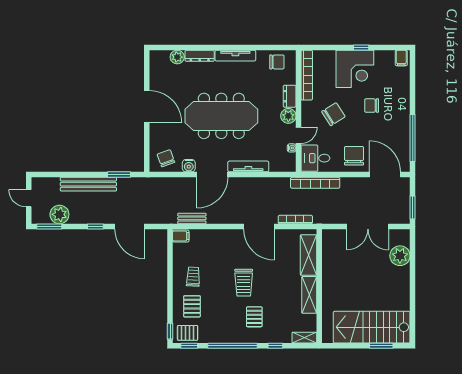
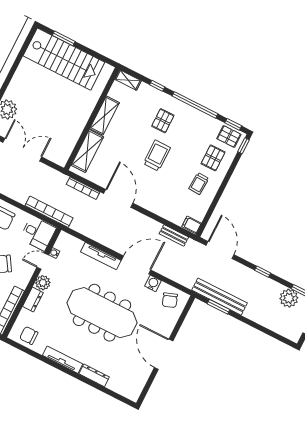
plant: (177, 57) -> (115, 384), removed
bench: (88, 184) -> (219, 297), moved
door: (130, 226) -> (220, 250), moved

